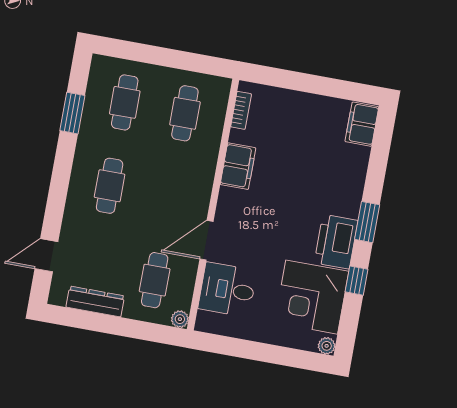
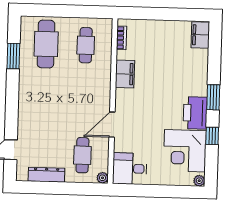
cafe table: (125, 102) -> (46, 44), width x1.37, depth x1.35
cafe table: (110, 186) -> (44, 99), removed
desk: (227, 290) -> (130, 169), moved

